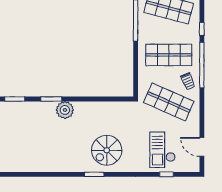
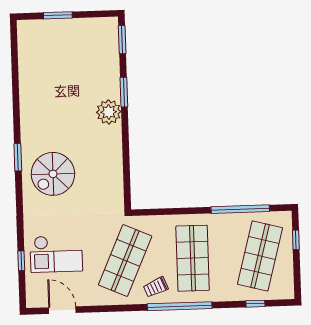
window: (202, 29) -> (255, 304), moved
door: (202, 147) -> (62, 310), hinge flipped
spiral stairs: (107, 150) -> (53, 174), turned -90
checkout: (163, 150) -> (56, 254), turned 180

